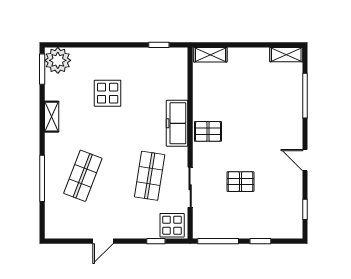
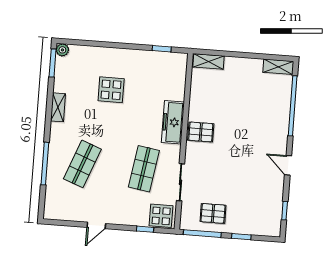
plant: (58, 60) -> (62, 50), width x0.53, depth x0.53
window: (305, 96) -> (293, 106), width x1.46
pallet: (240, 182) -> (213, 213), moved

